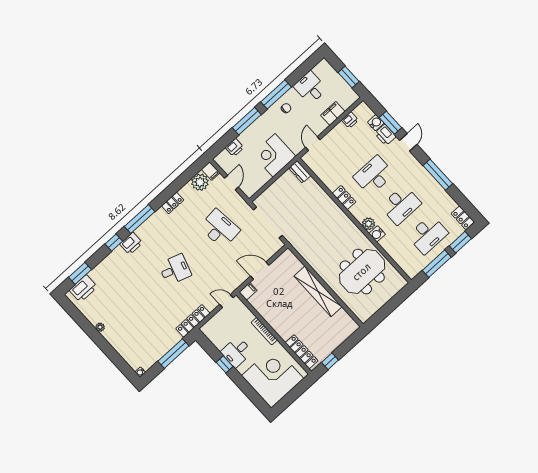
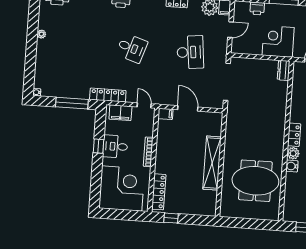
locker: (344, 198) -> (294, 135), moved
filing cabinet: (215, 324) -> (120, 113), added

